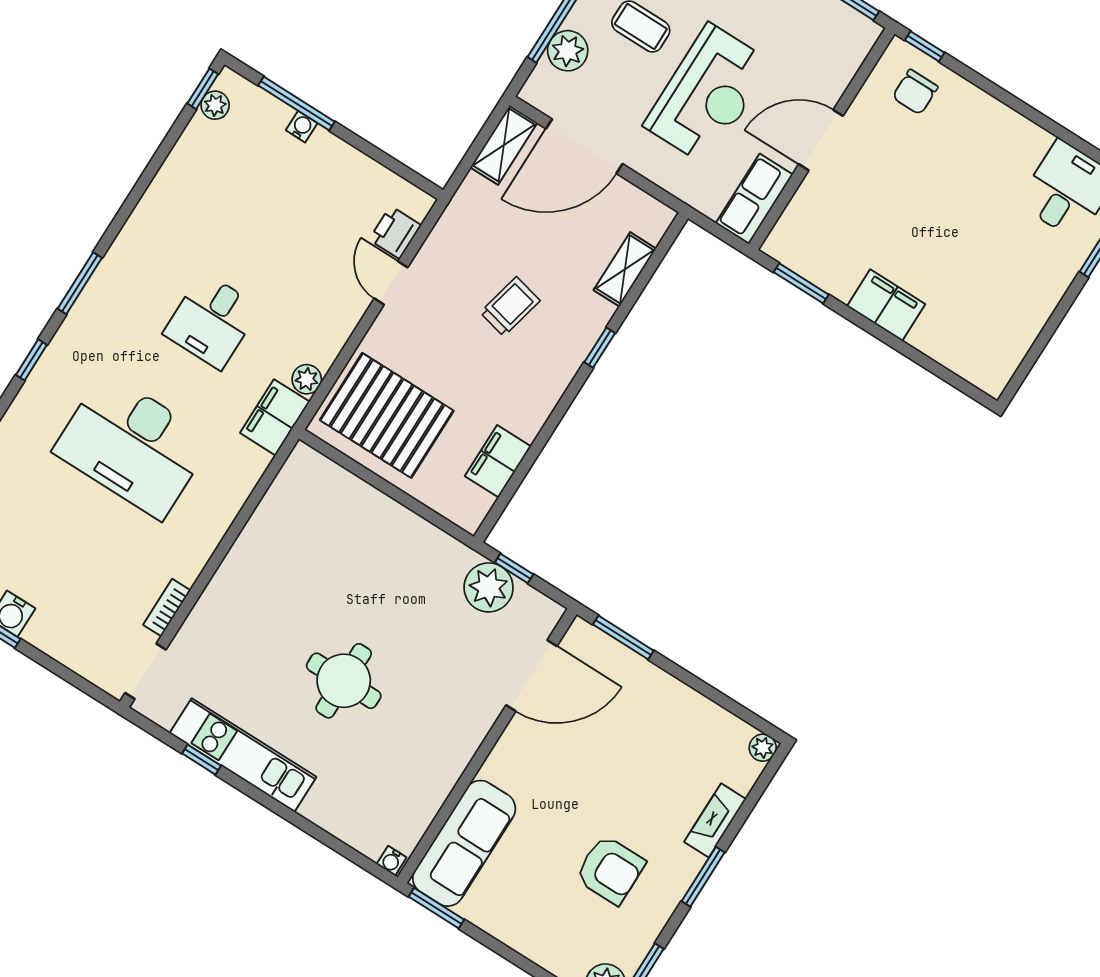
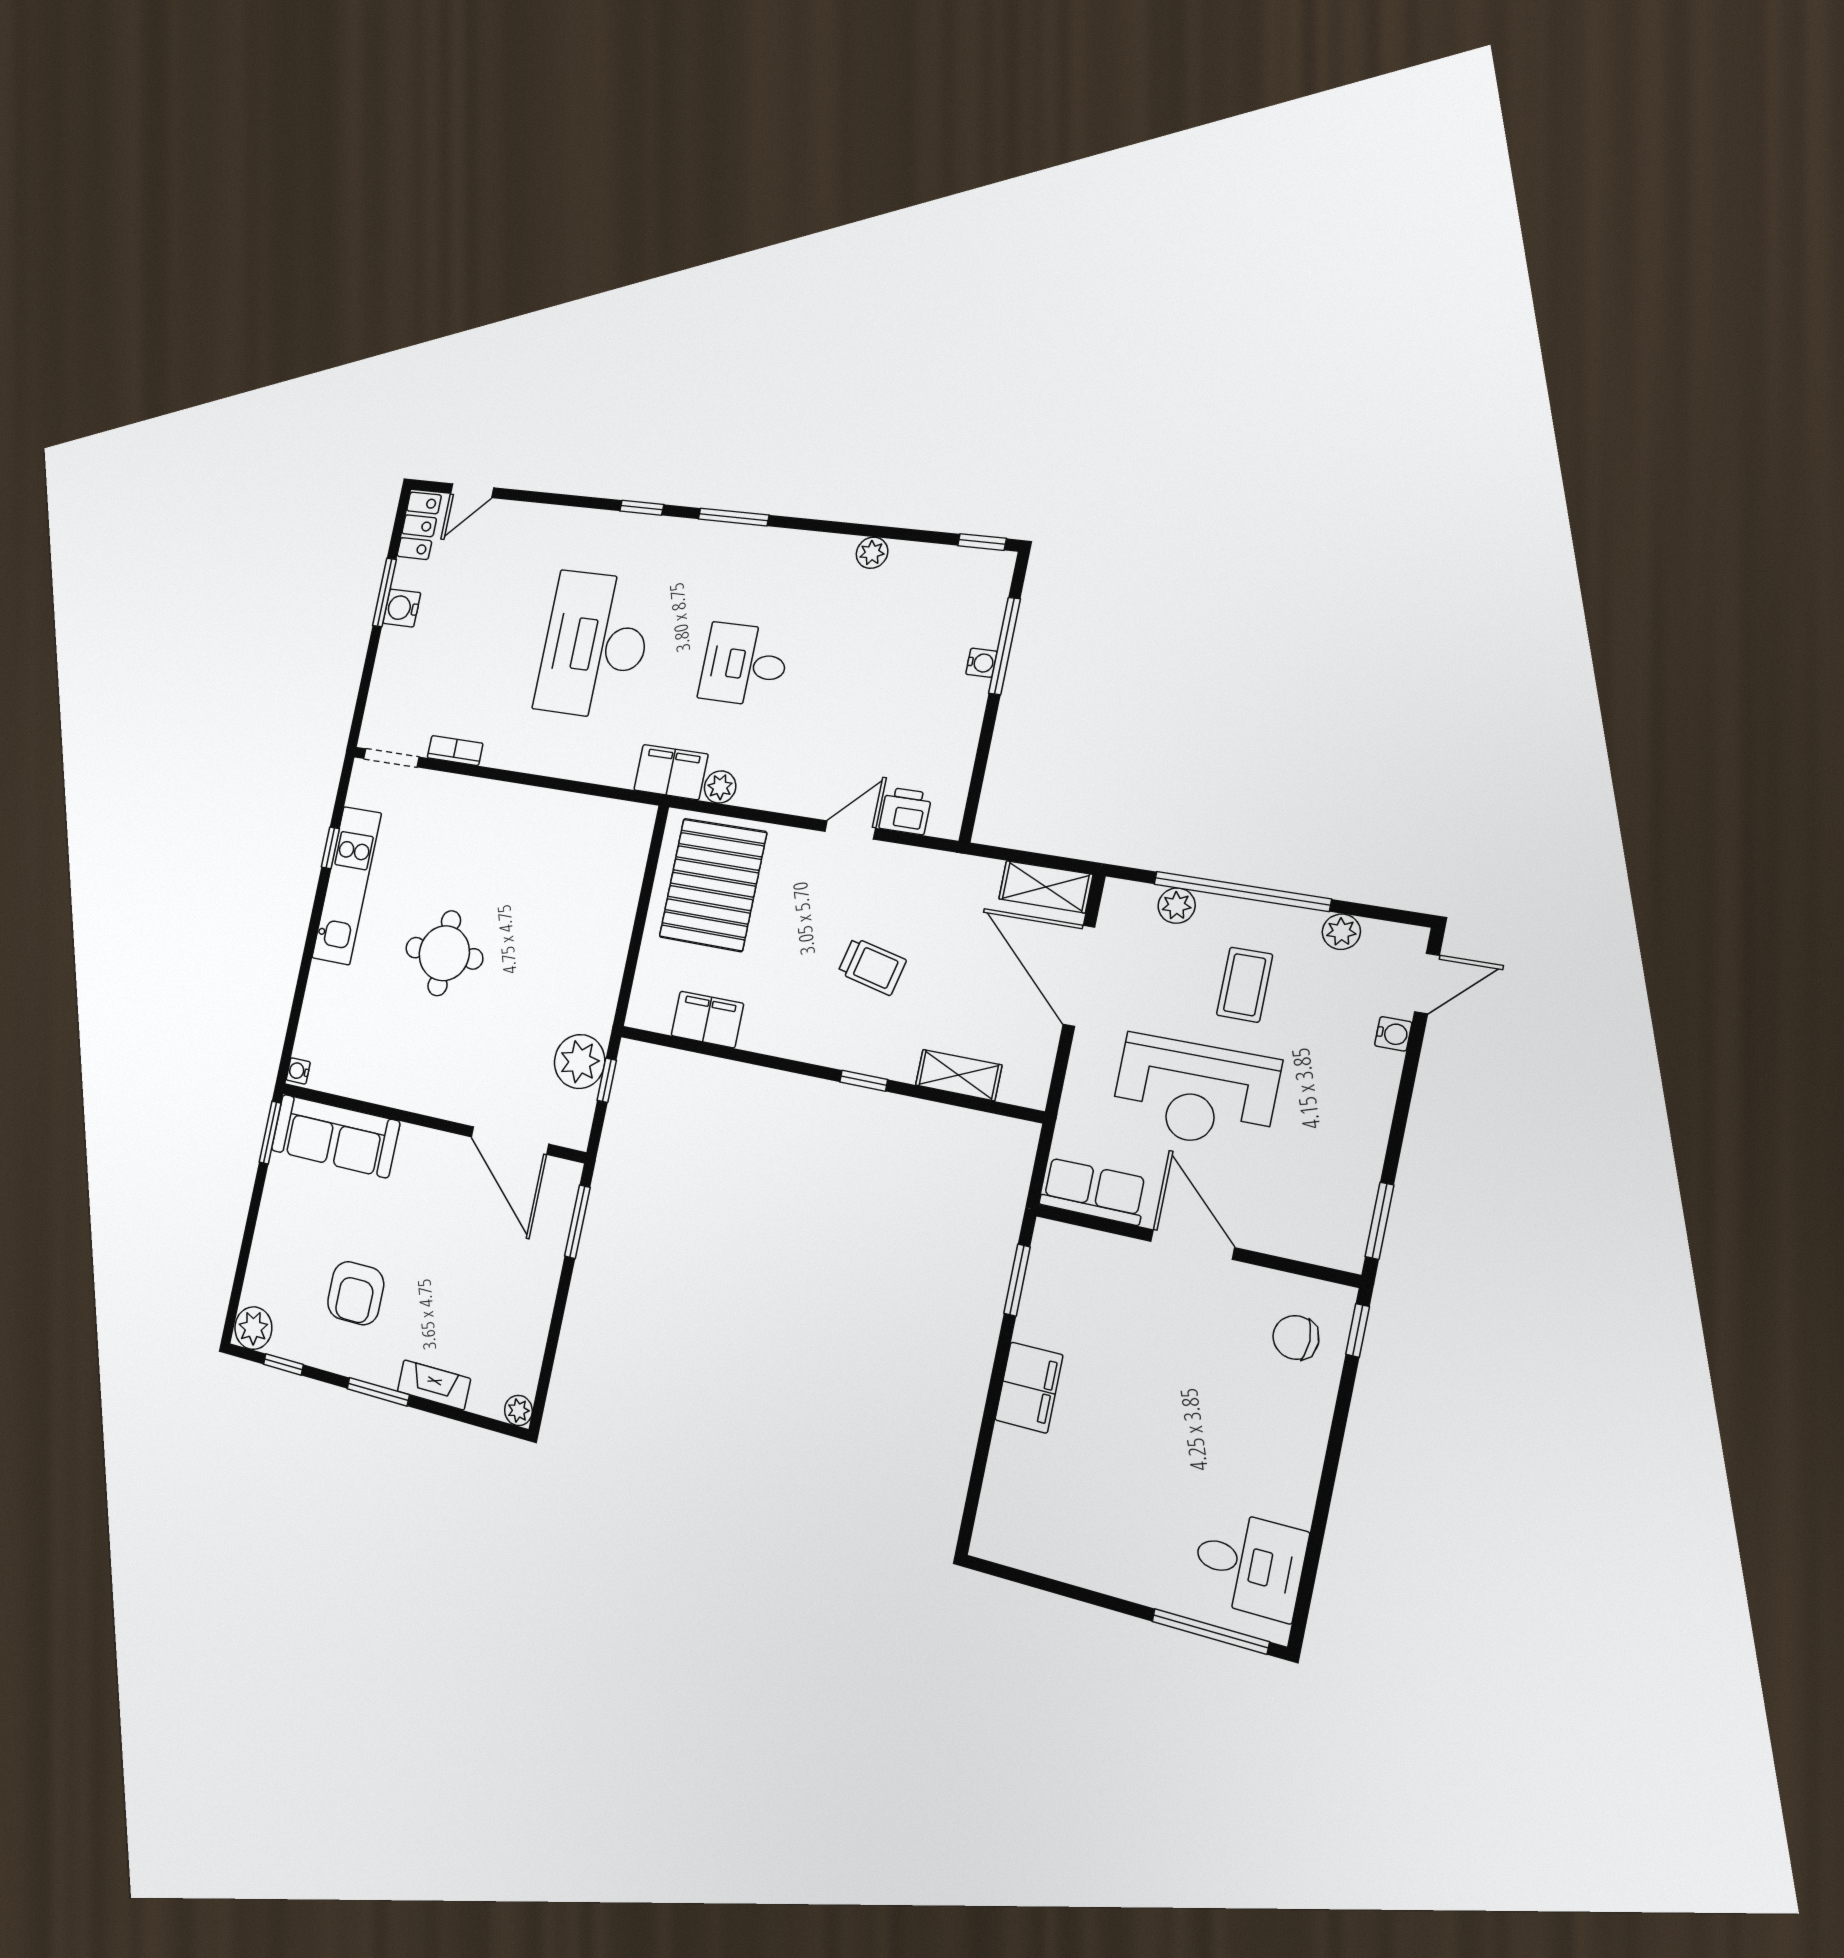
plant: (568, 51) -> (1177, 906), width x0.73, depth x0.73
plant: (215, 105) -> (872, 553), moved

